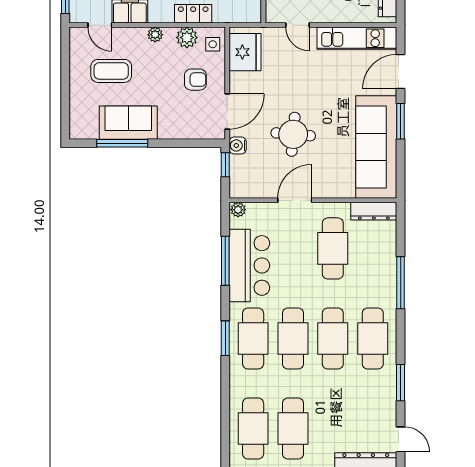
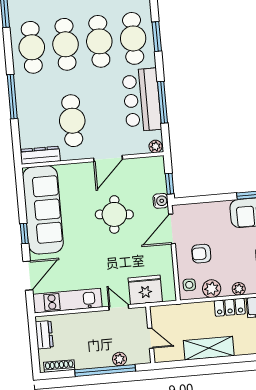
locker: (193, 14) -> (230, 307), moved
fridge: (245, 52) -> (145, 290), moved, turned 90
window: (401, 121) -> (24, 233), width x0.67

